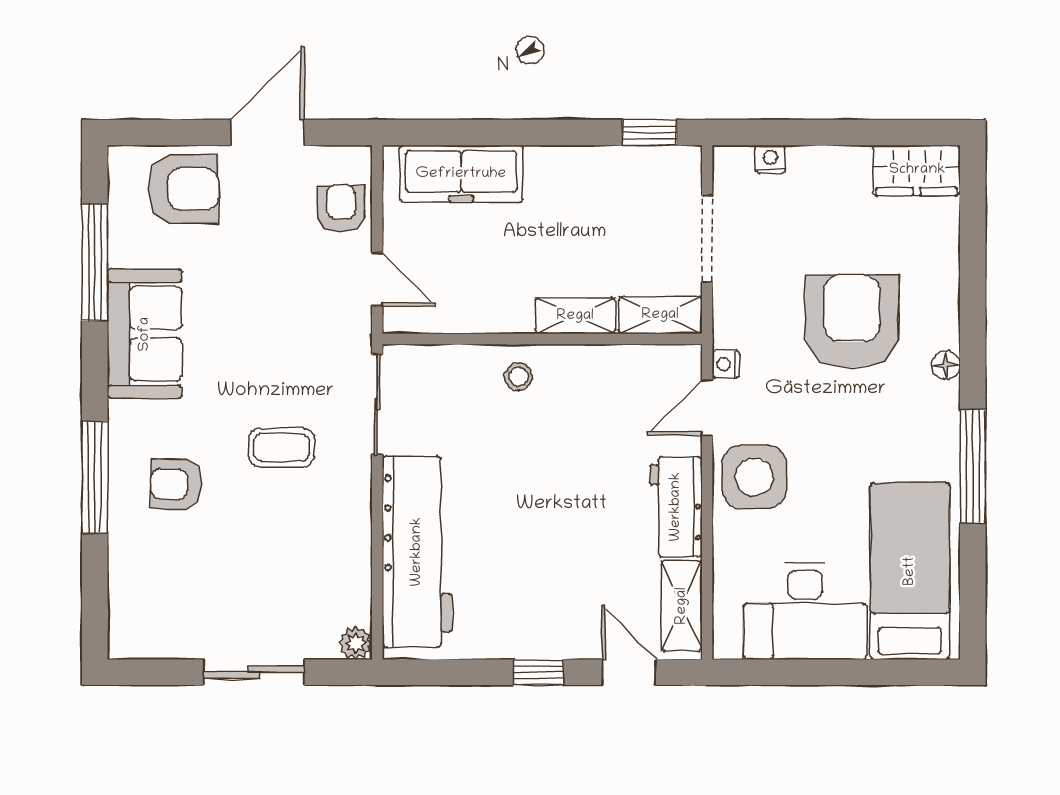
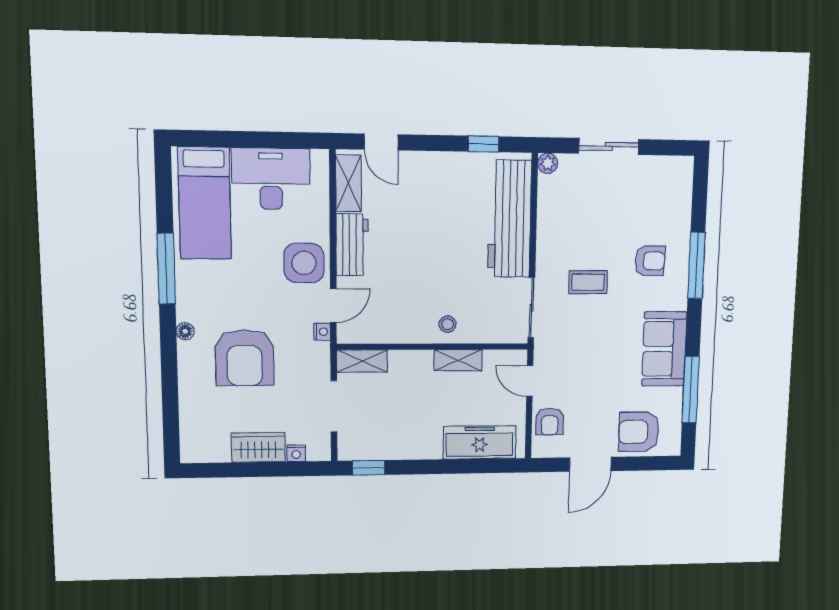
wardrobe: (917, 170) -> (258, 447), moved
shelving: (575, 316) -> (458, 360), moved
window: (539, 672) -> (483, 144), moved

